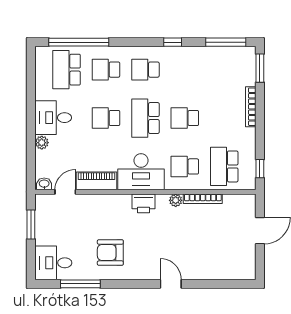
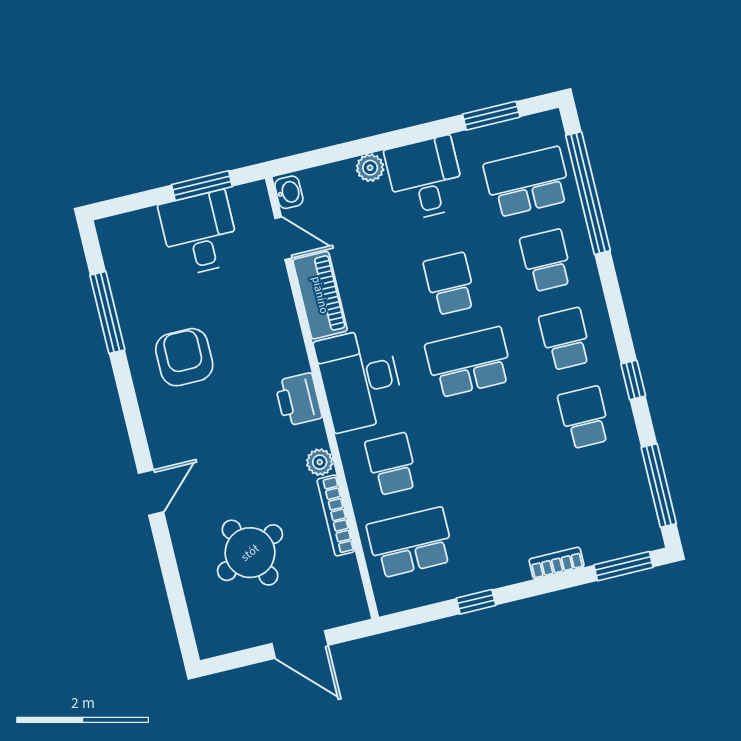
window: (31, 79) -> (491, 116), added
bookcase: (251, 107) -> (557, 563), width x0.64
school desk: (185, 118) -> (584, 417), moved
window: (260, 169) -> (476, 602), moved
round table: (211, 244) -> (250, 553), added
desk: (53, 263) -> (200, 233), moved

